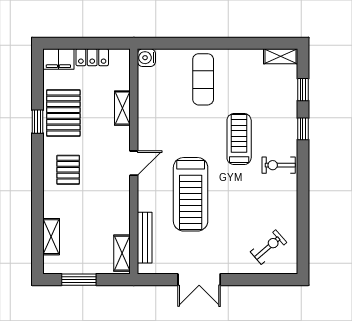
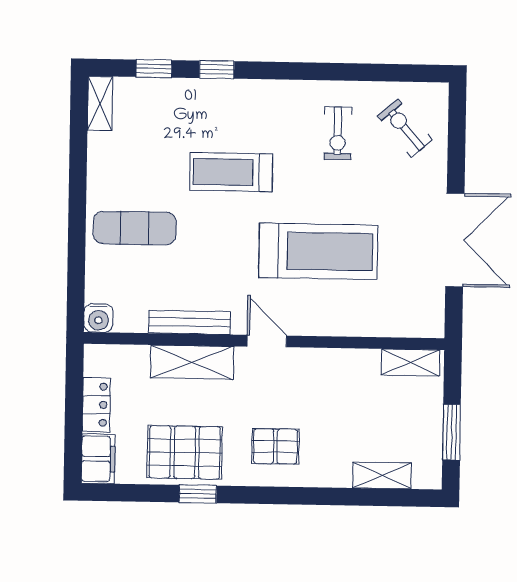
shelving: (122, 108) -> (192, 362), width x1.50, depth x1.33
exercise bike: (279, 165) -> (338, 133), moved
bench: (145, 238) -> (190, 322), moved
double door: (199, 280) -> (455, 240), width x1.37

